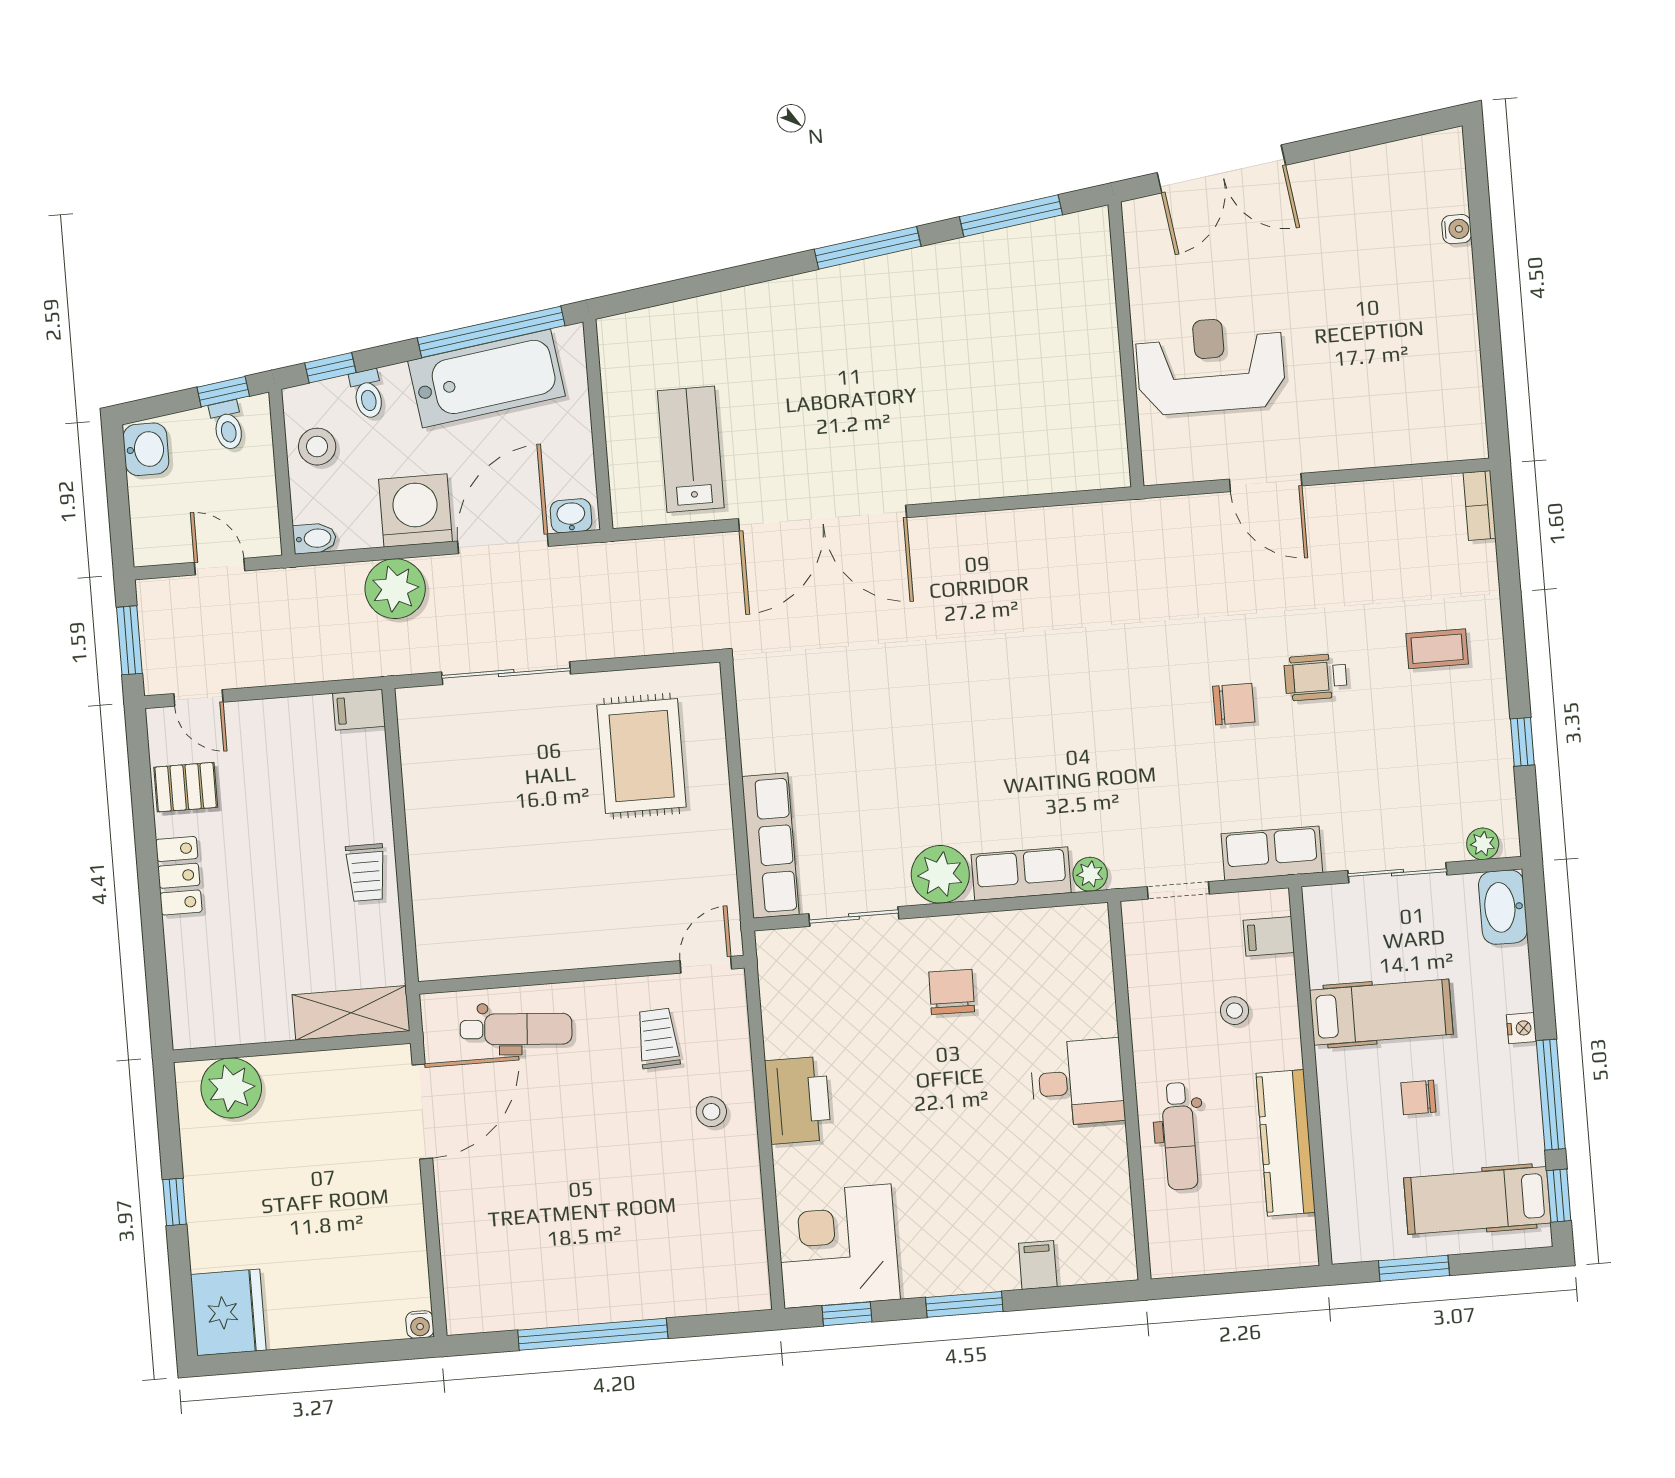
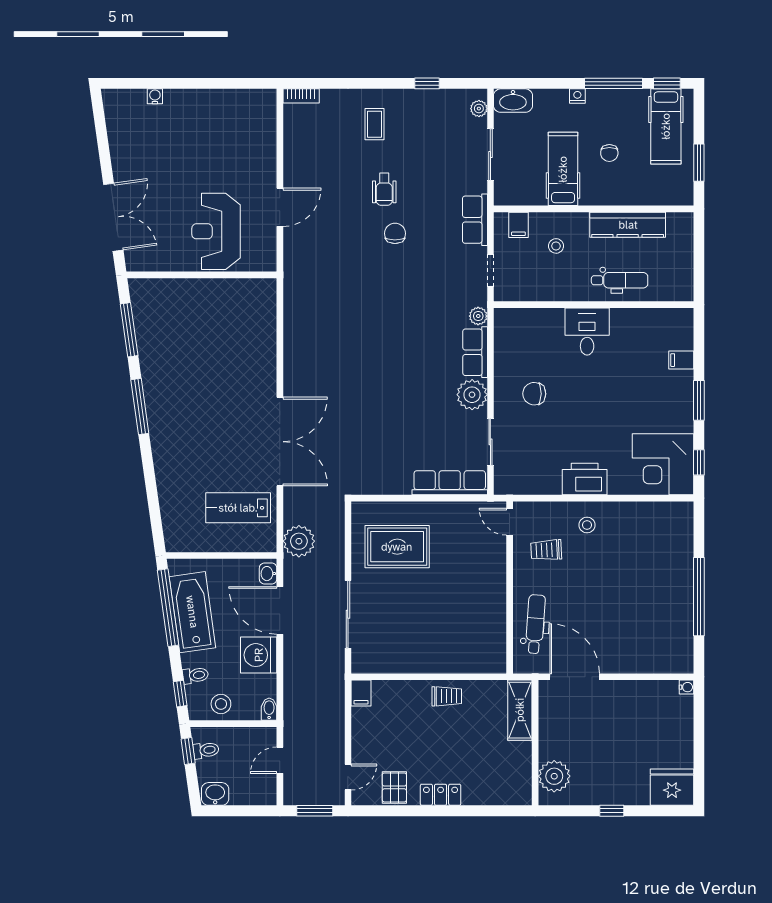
plant: (395, 589) -> (299, 541), moved

